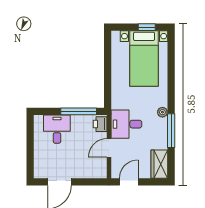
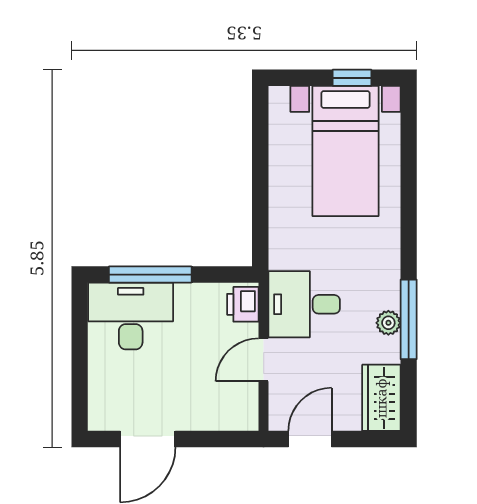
window: (79, 111) -> (150, 275), moved
plant: (162, 112) -> (388, 323), moved
desk: (57, 129) -> (131, 316), width x1.37

